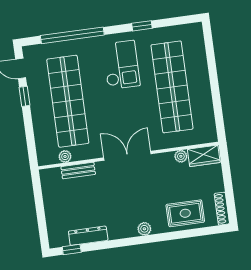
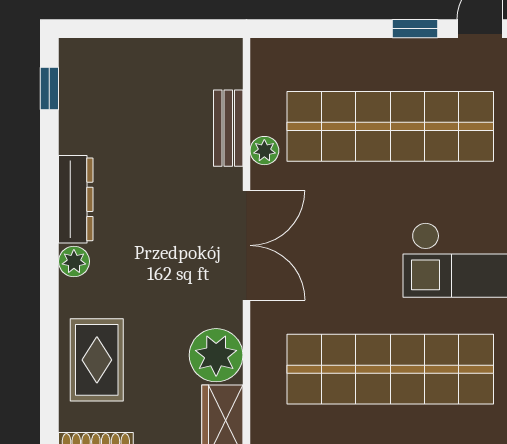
plant: (65, 156) -> (264, 151), moved
plant: (181, 156) -> (216, 355), width x1.88, depth x1.88
dresser: (88, 236) -> (76, 199), moved

